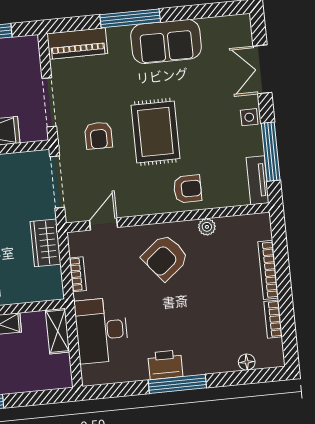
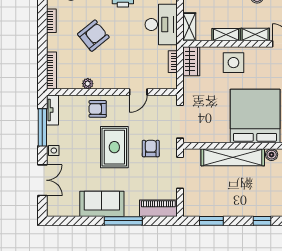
door: (104, 224) -> (138, 92), moved
wardrobe: (45, 243) -> (191, 61), moved
armchair: (165, 257) -> (93, 36), moved
bookcase: (268, 270) -> (52, 70), moved

